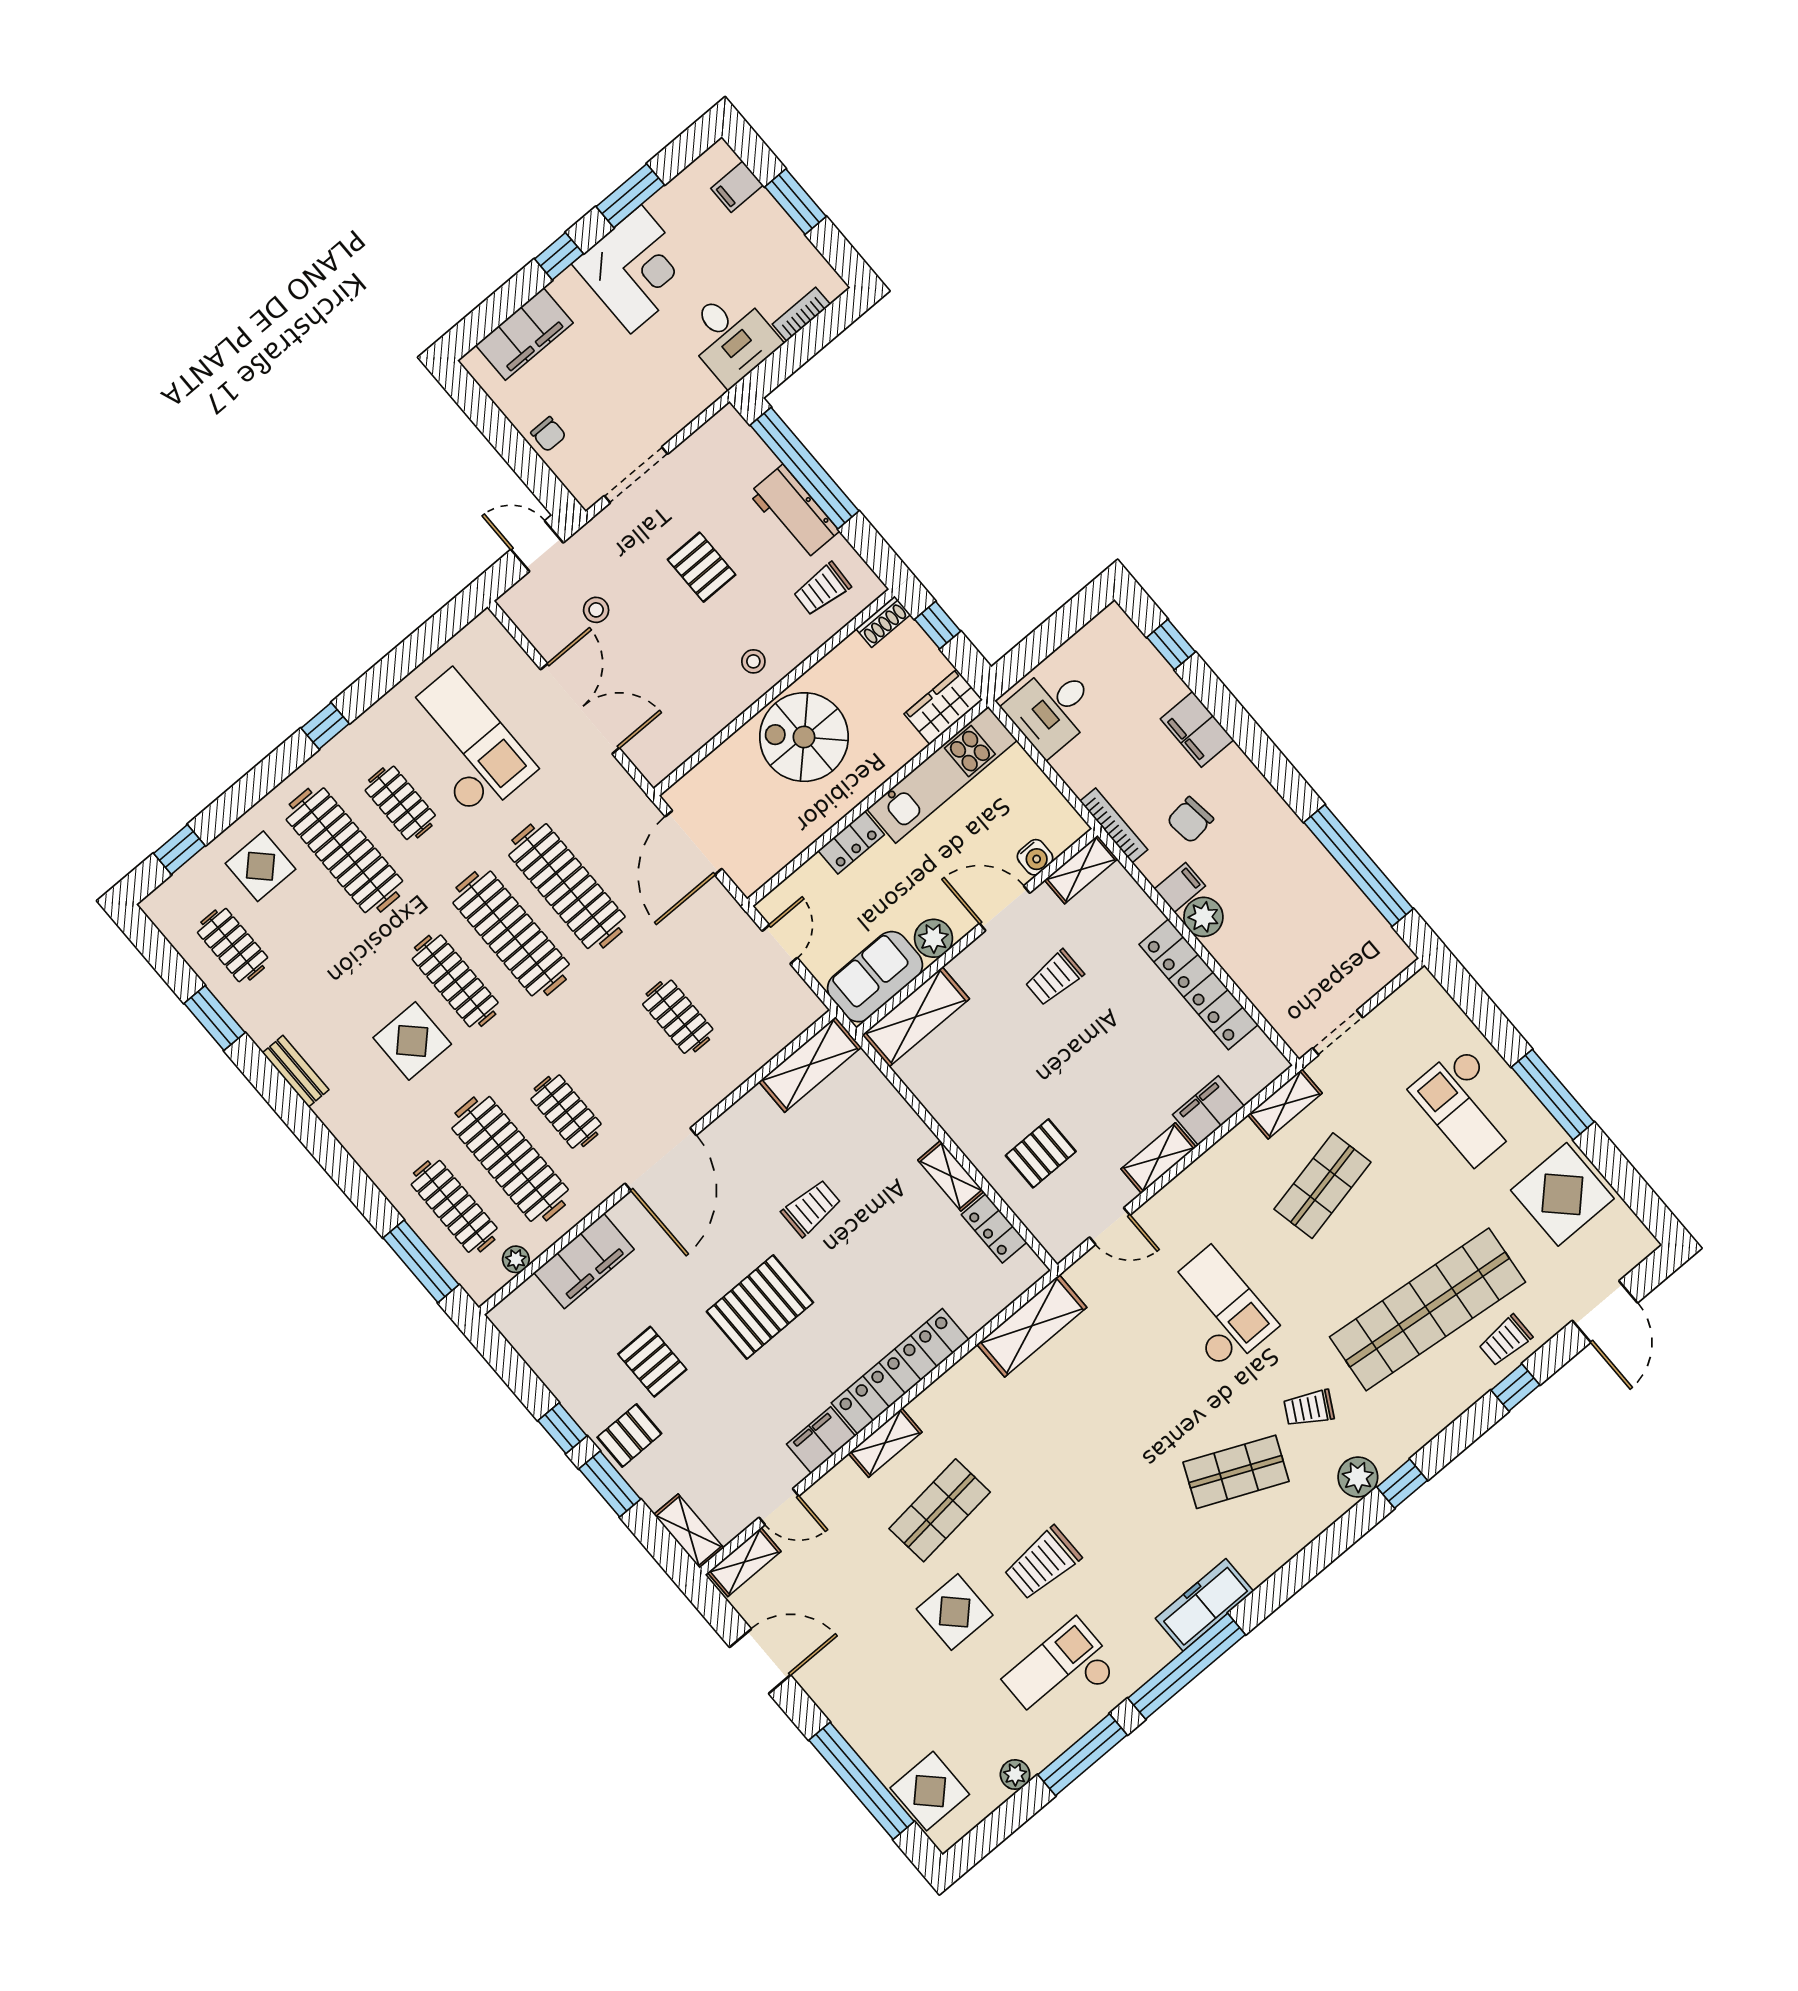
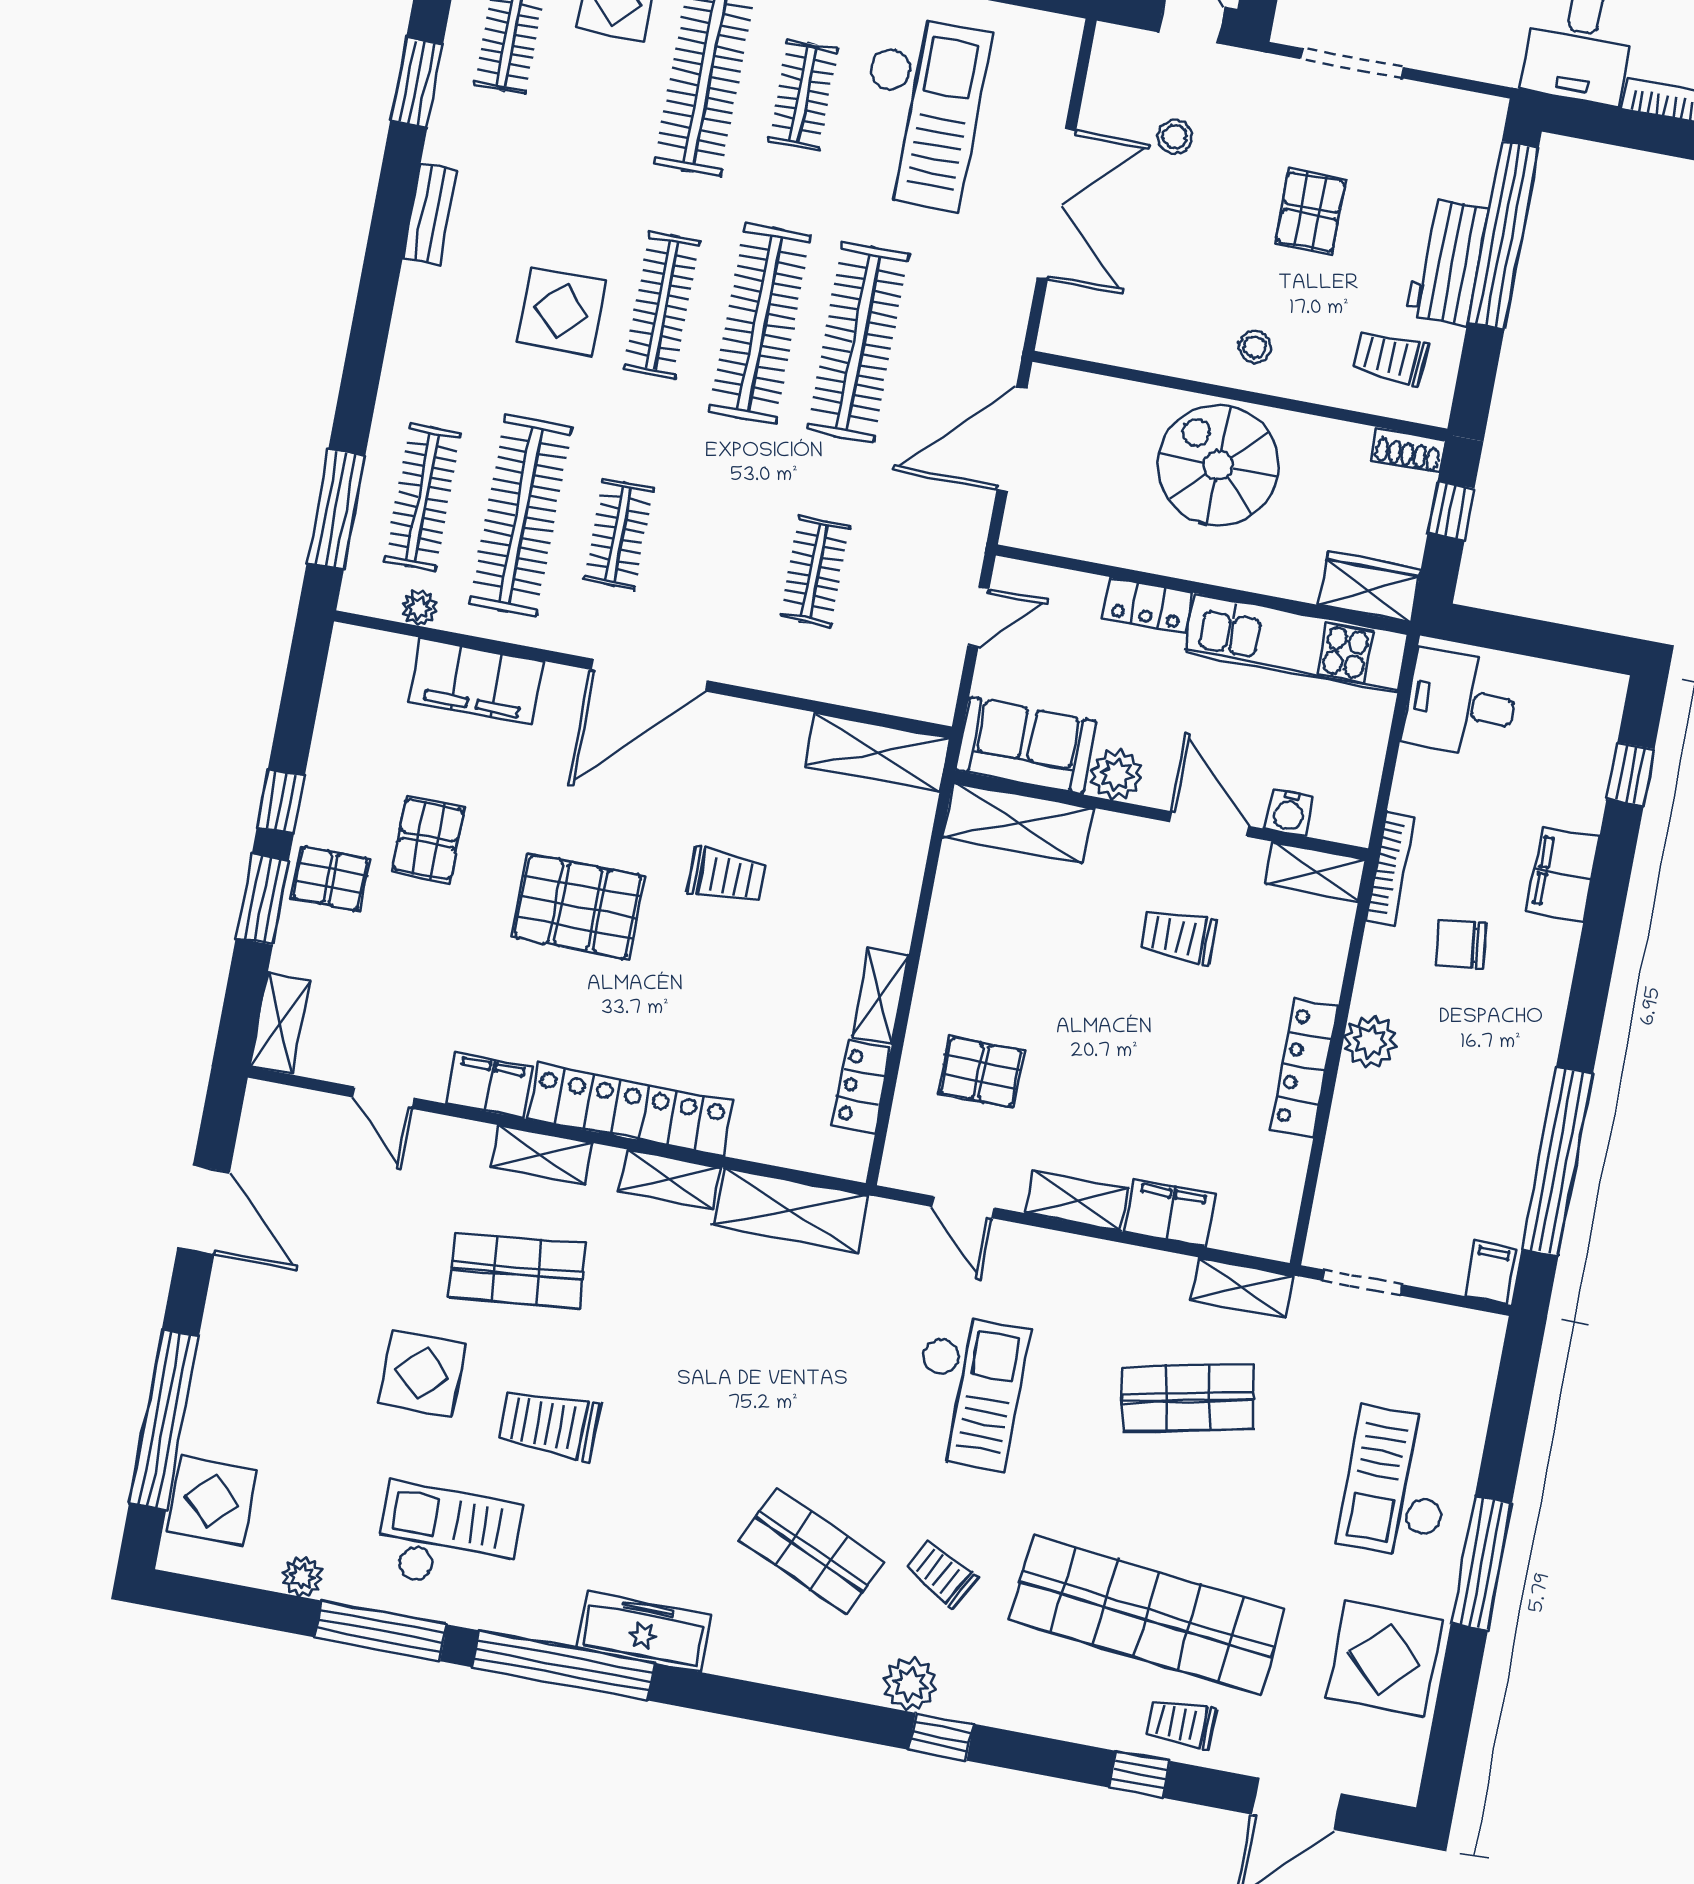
filing cabinet: (1180, 887) -> (1490, 1272), moved, turned -90
locker: (1199, 984) -> (1304, 1068), width x0.71, depth x0.83
shelving: (744, 1562) -> (670, 1179), moved

